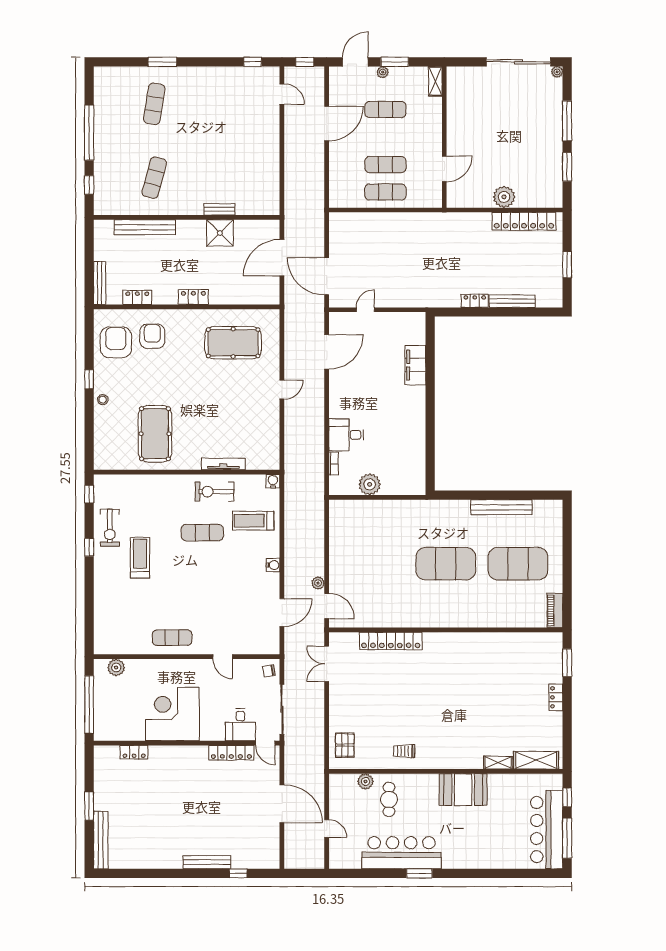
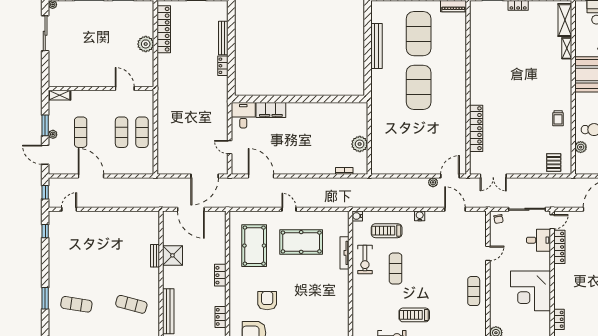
sliding door: (518, 62) -> (45, 33), width x0.73
armchair: (152, 336) -> (267, 301), moved, turned 90
pool table: (155, 434) -> (301, 242), moved
desk: (346, 435) -> (243, 115), moved, turned 180
treadmill: (253, 521) -> (387, 231), turned 90
pallet: (345, 745) -> (554, 163), turned 90

